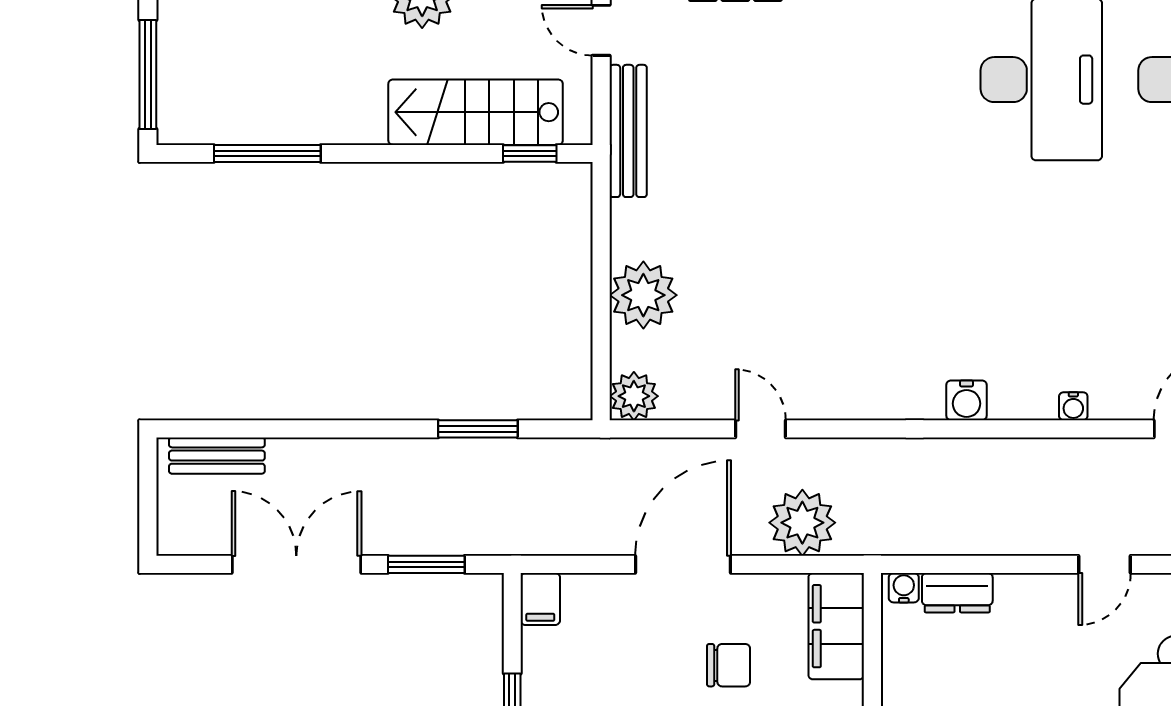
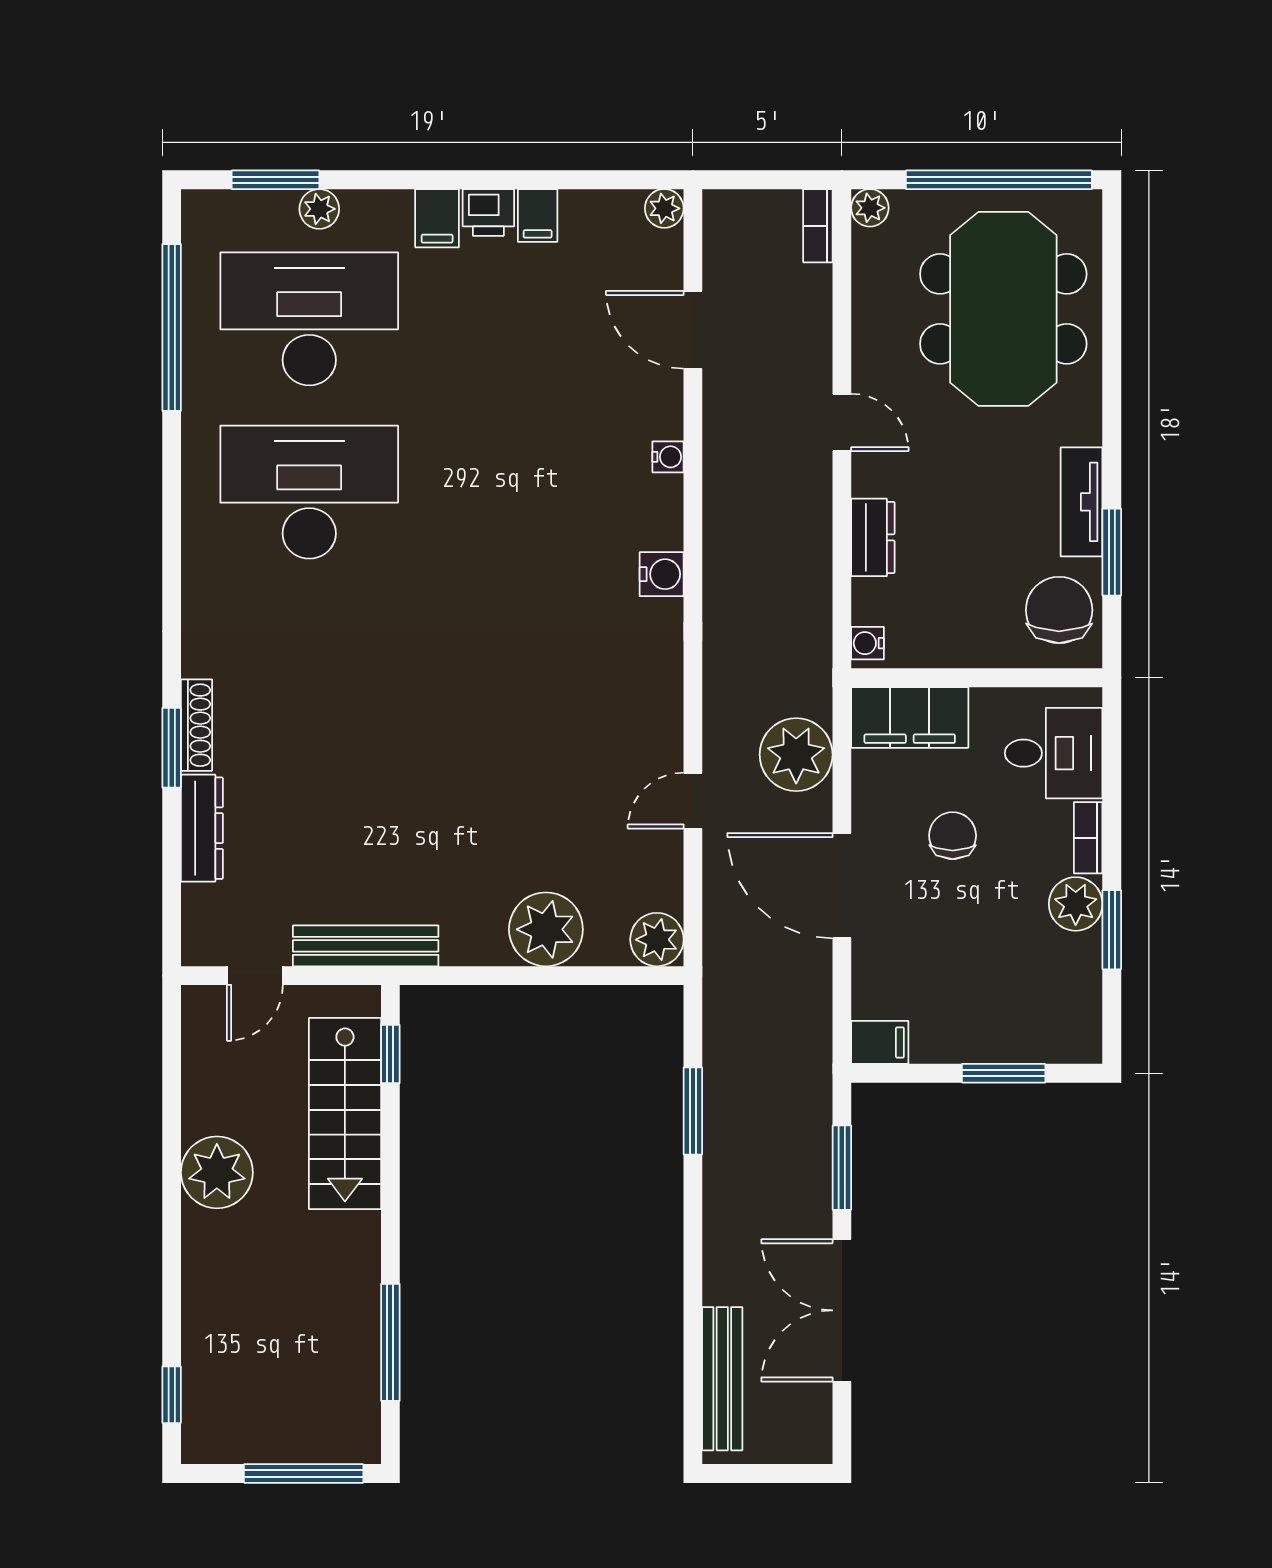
bench: (217, 456) -> (722, 1379), width x1.36
dresser: (957, 593) -> (873, 537), moved

